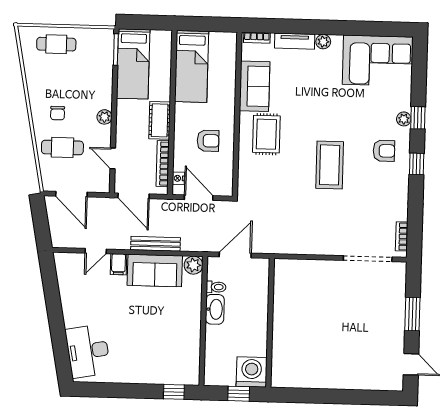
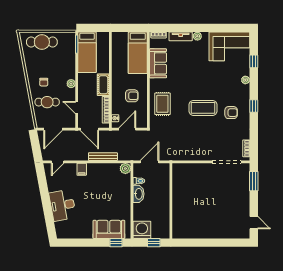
cafe table: (56, 44) -> (42, 42), width x1.37, depth x1.35
bed: (192, 66) -> (138, 53), moved
window: (418, 118) -> (254, 61), moved
rug: (266, 134) -> (162, 104), moved
armchair: (384, 151) -> (231, 113), moved
coffee table: (330, 165) -> (203, 108), turned 90
door: (71, 194) -> (53, 129), hinge flipped
door: (199, 198) -> (127, 129), hinge flipped
door: (96, 251) -> (58, 162), moved
sofa: (155, 271) -> (109, 229), moved, turned 180
window: (412, 314) -> (254, 181), moved
desk: (88, 351) -> (63, 205), moved
washing machine: (252, 372) -> (142, 230), moved

